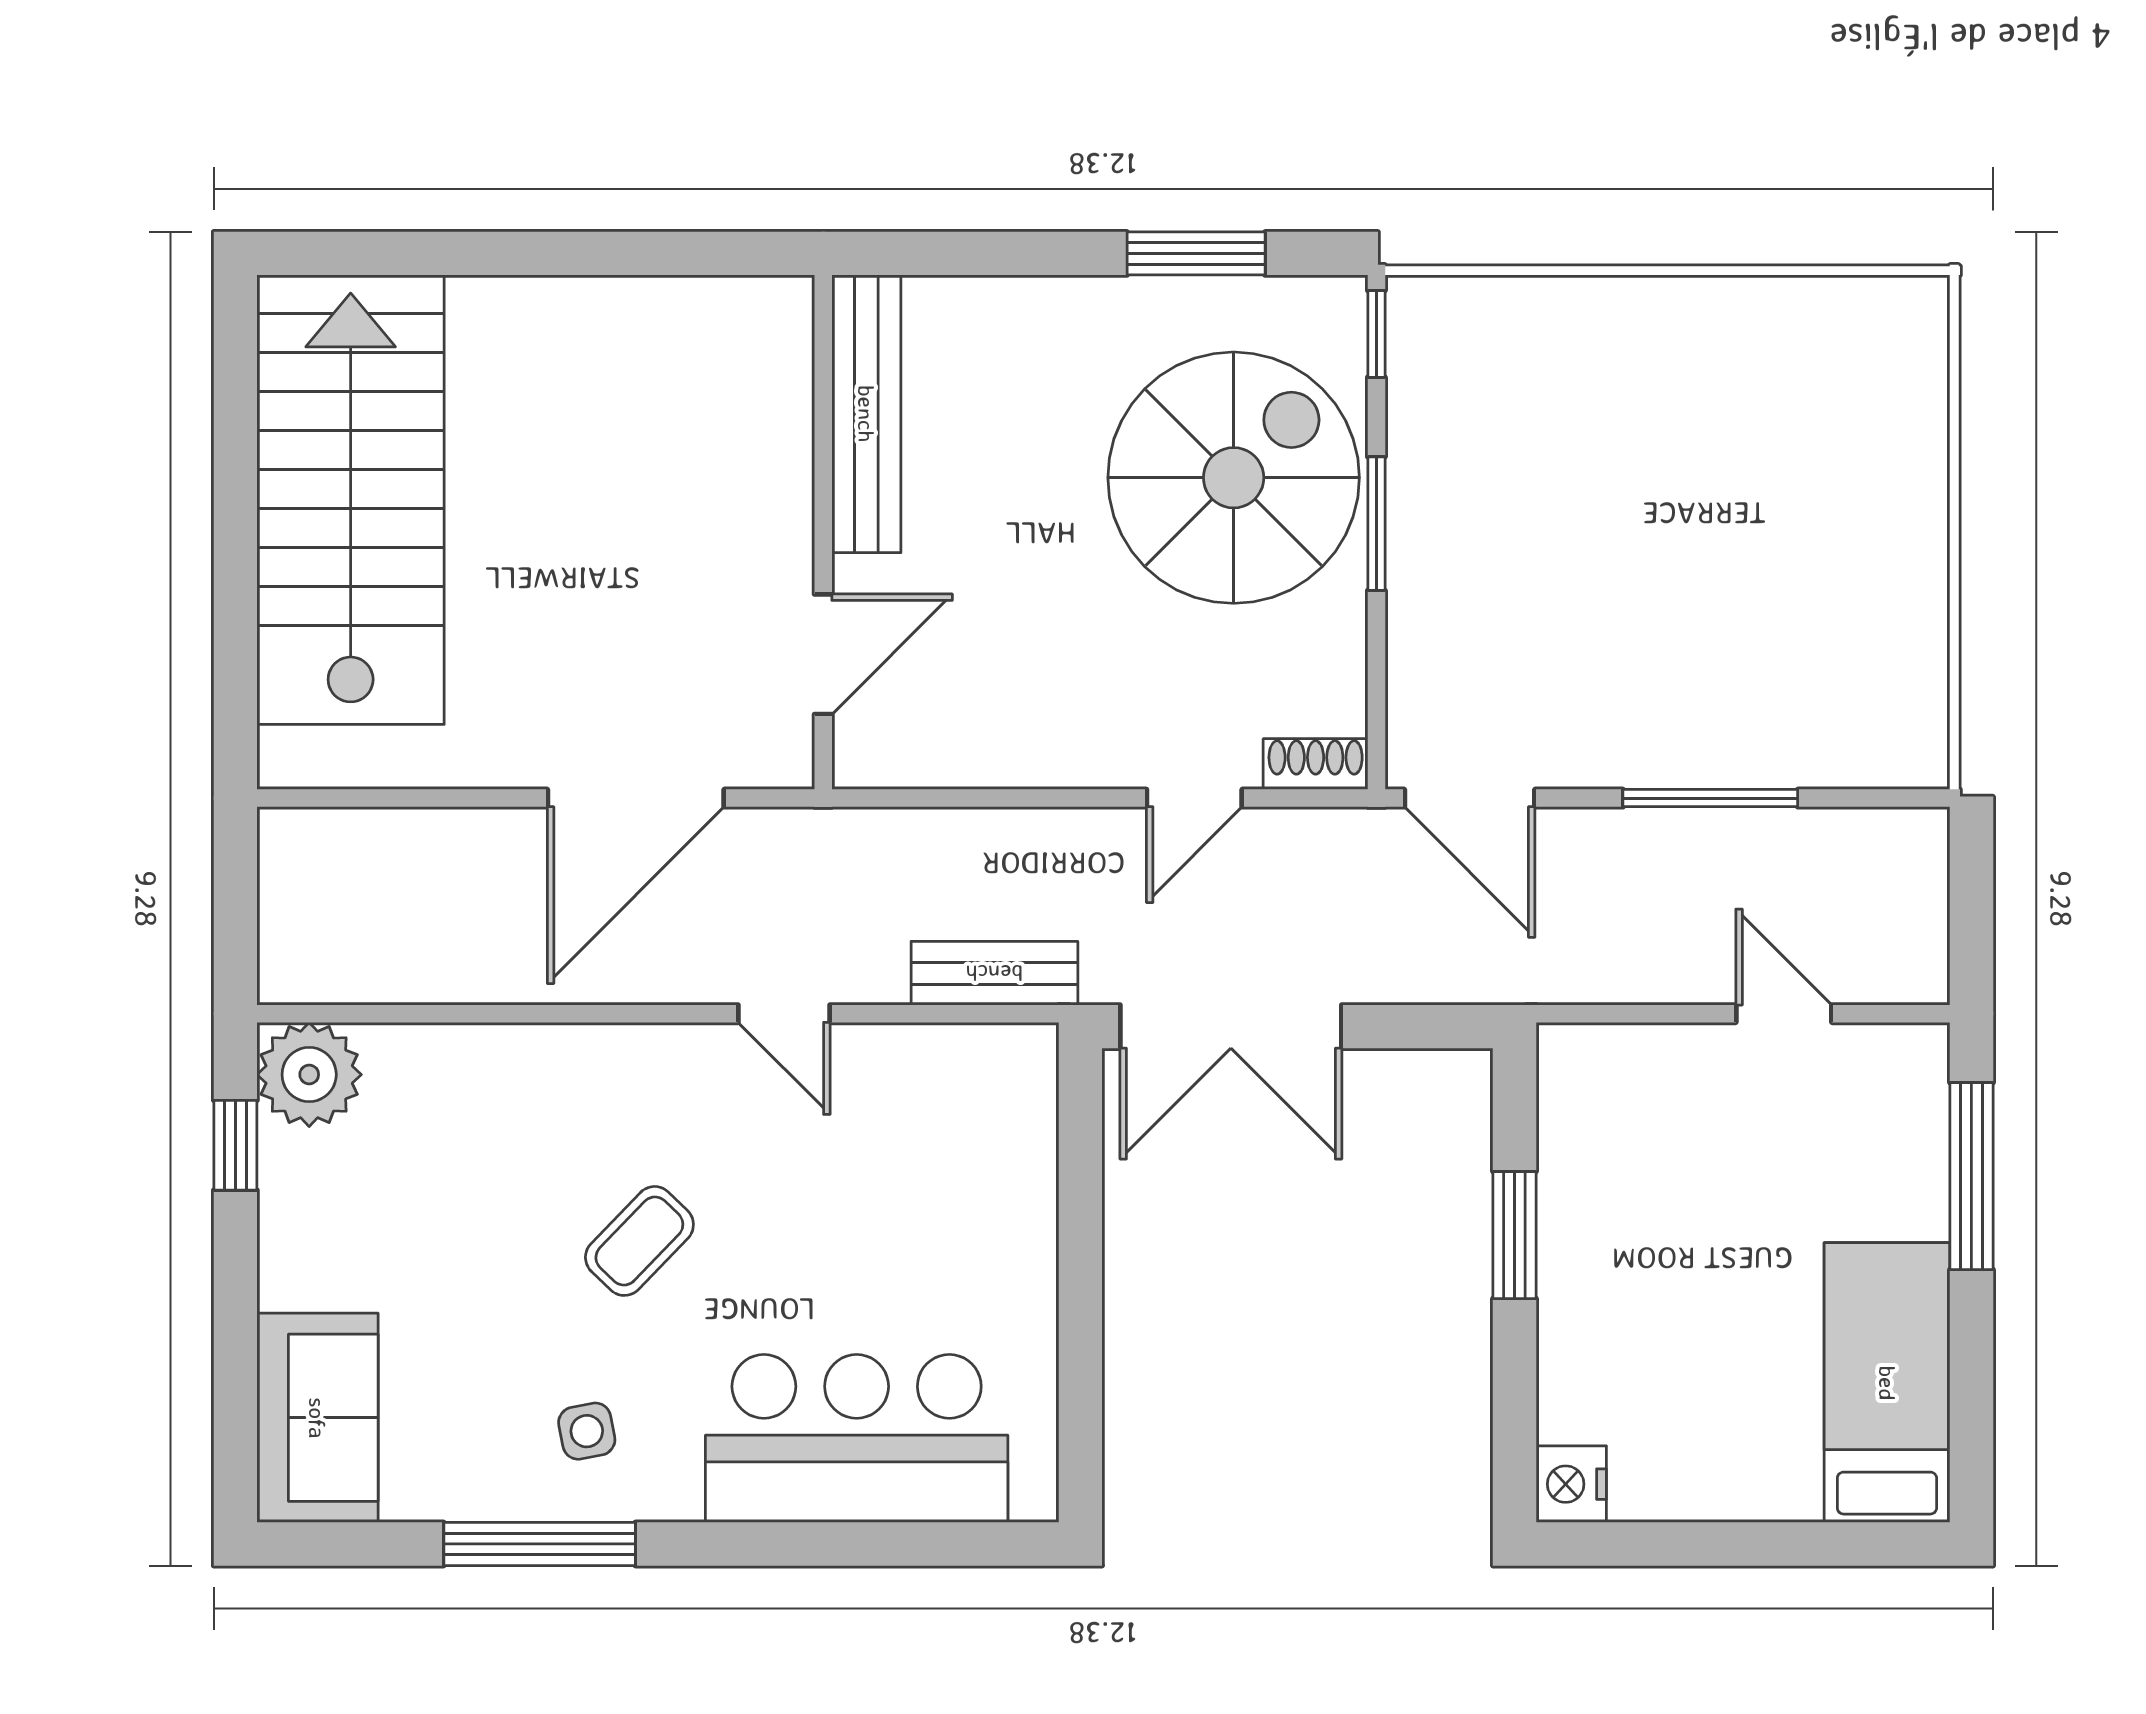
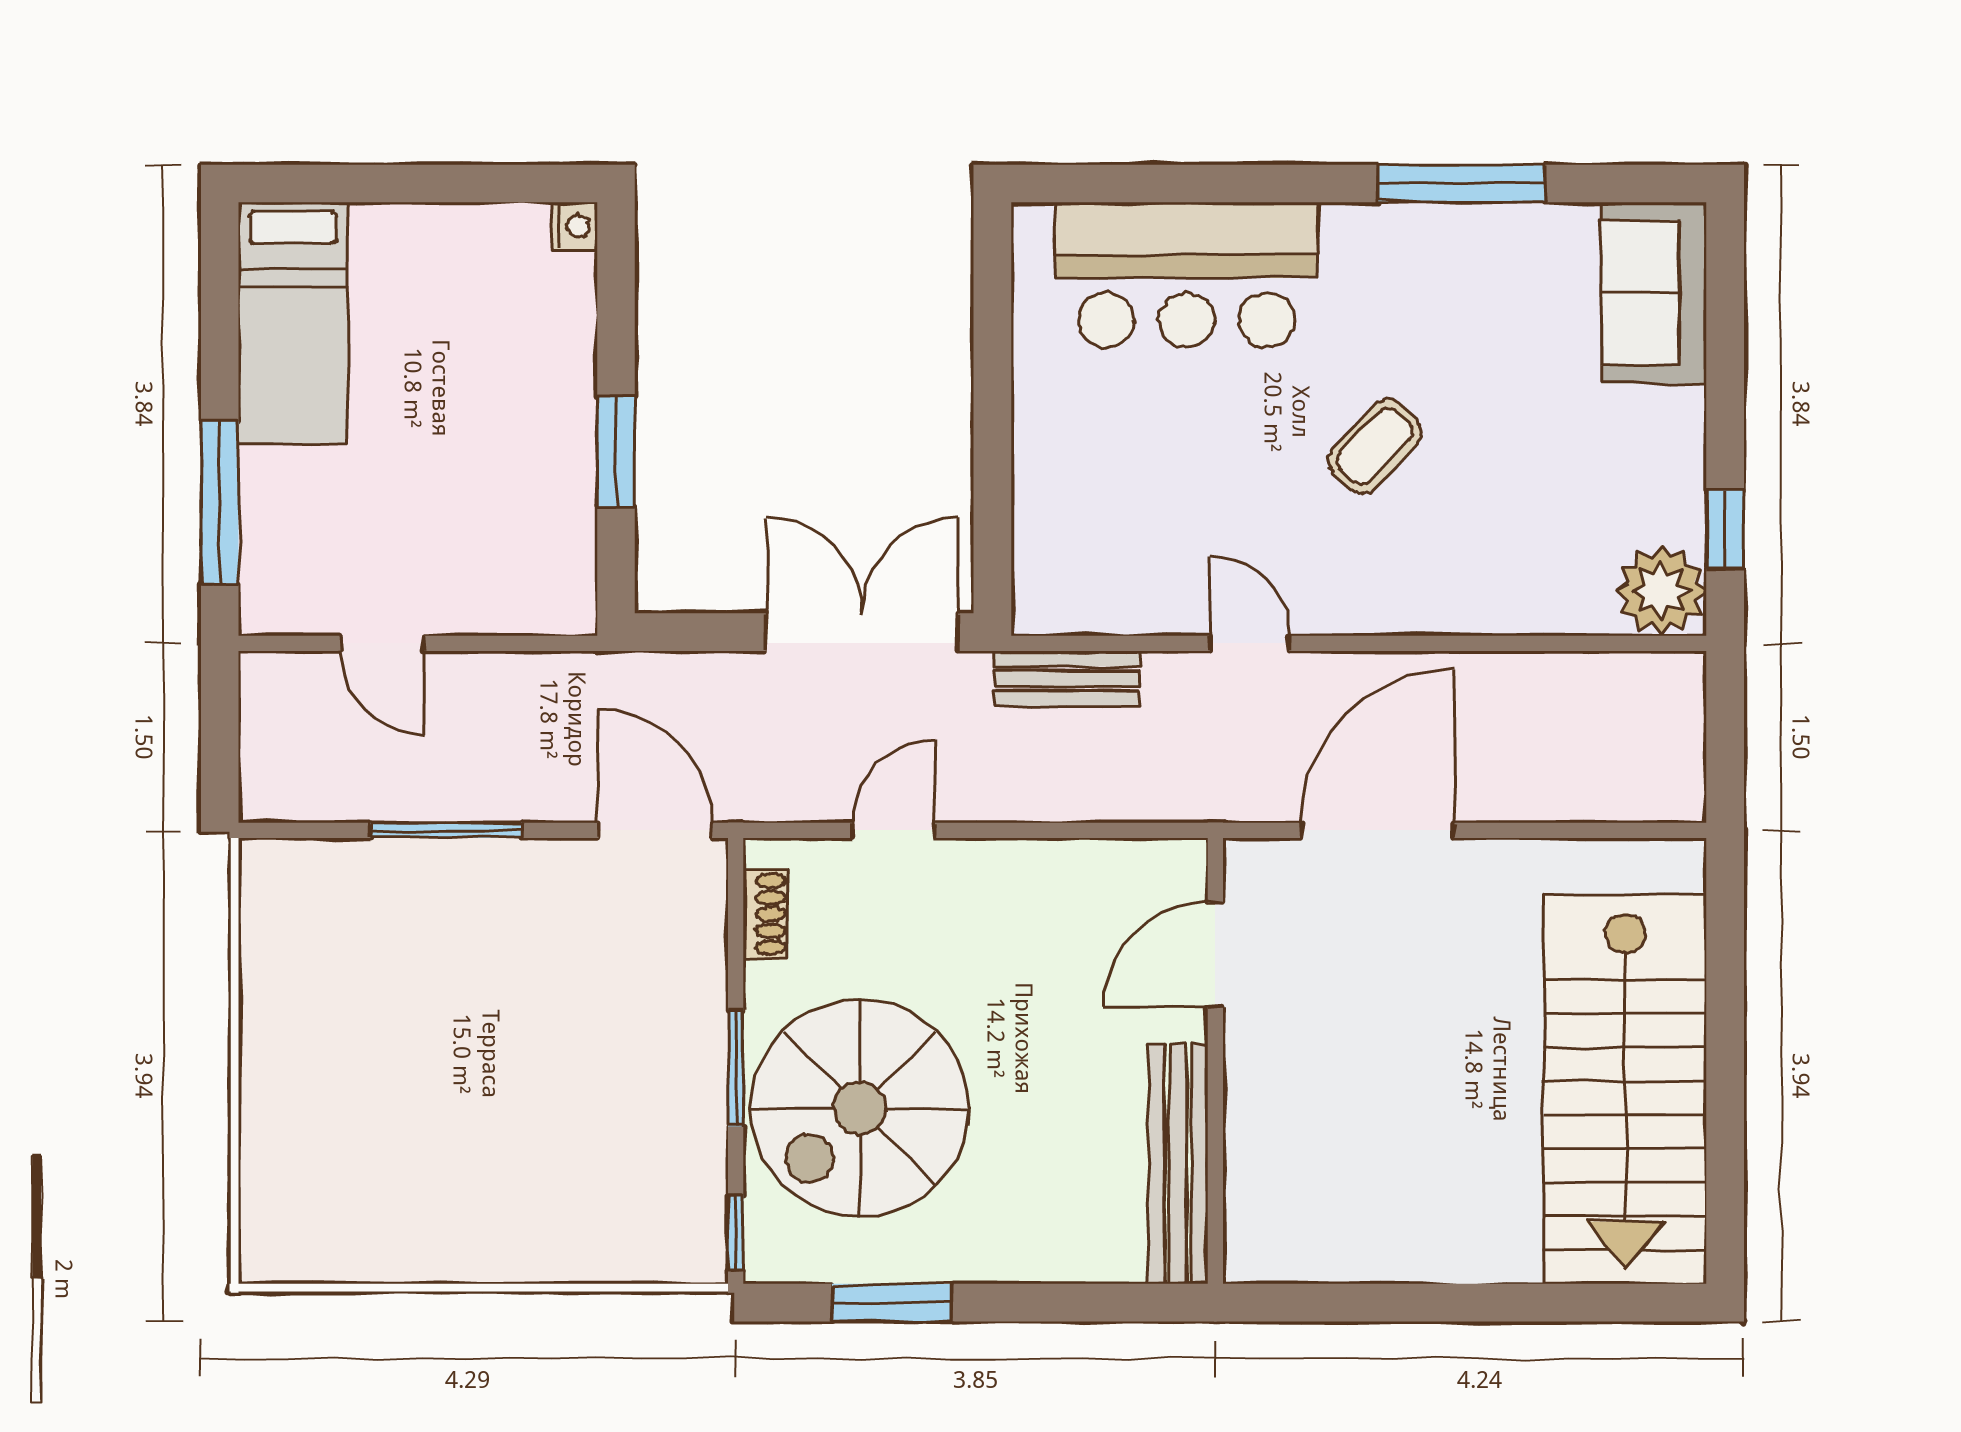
shoe rack: (1316, 764) -> (765, 914), moved, turned -90
side table: (587, 1431) -> (1420, 281), removed
nightstand: (1571, 1484) -> (575, 226), width x0.72, depth x0.74

